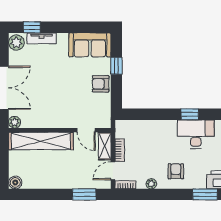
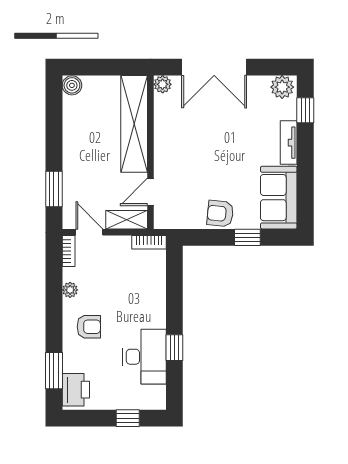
tv unit: (42, 38) -> (289, 143), moved
armchair: (101, 84) -> (220, 214), turned -84
bookcase: (120, 150) -> (149, 242), moved

